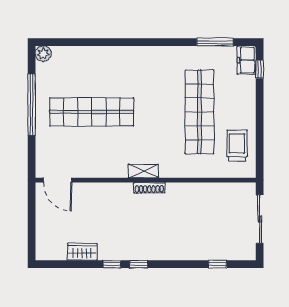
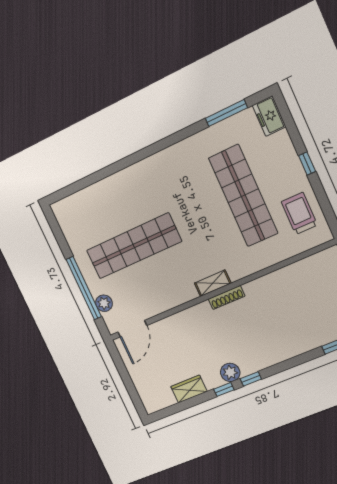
plant: (43, 54) -> (104, 303), moved
window: (260, 69) -> (307, 164), moved
window: (32, 105) -> (84, 288), moved
door: (57, 180) -> (132, 329), hinge flipped
plant: (124, 252) -> (230, 372), added

